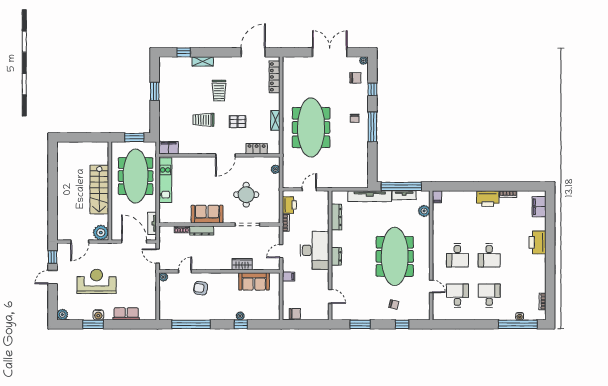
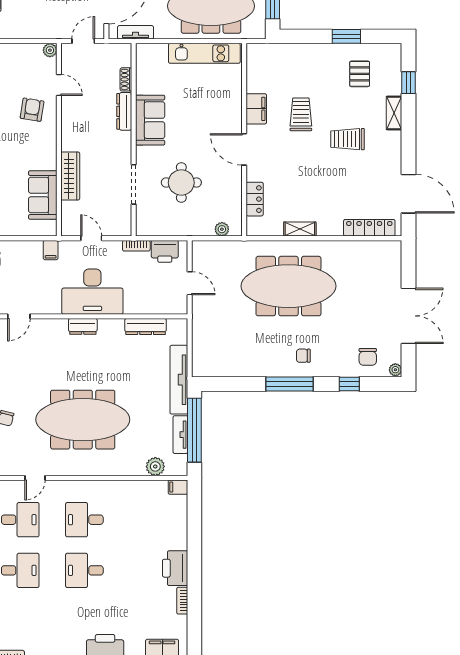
pallet: (238, 122) -> (360, 74), moved
filing cabinet: (169, 148) -> (256, 109), moved
wardrobe: (242, 264) -> (70, 176), width x1.50

